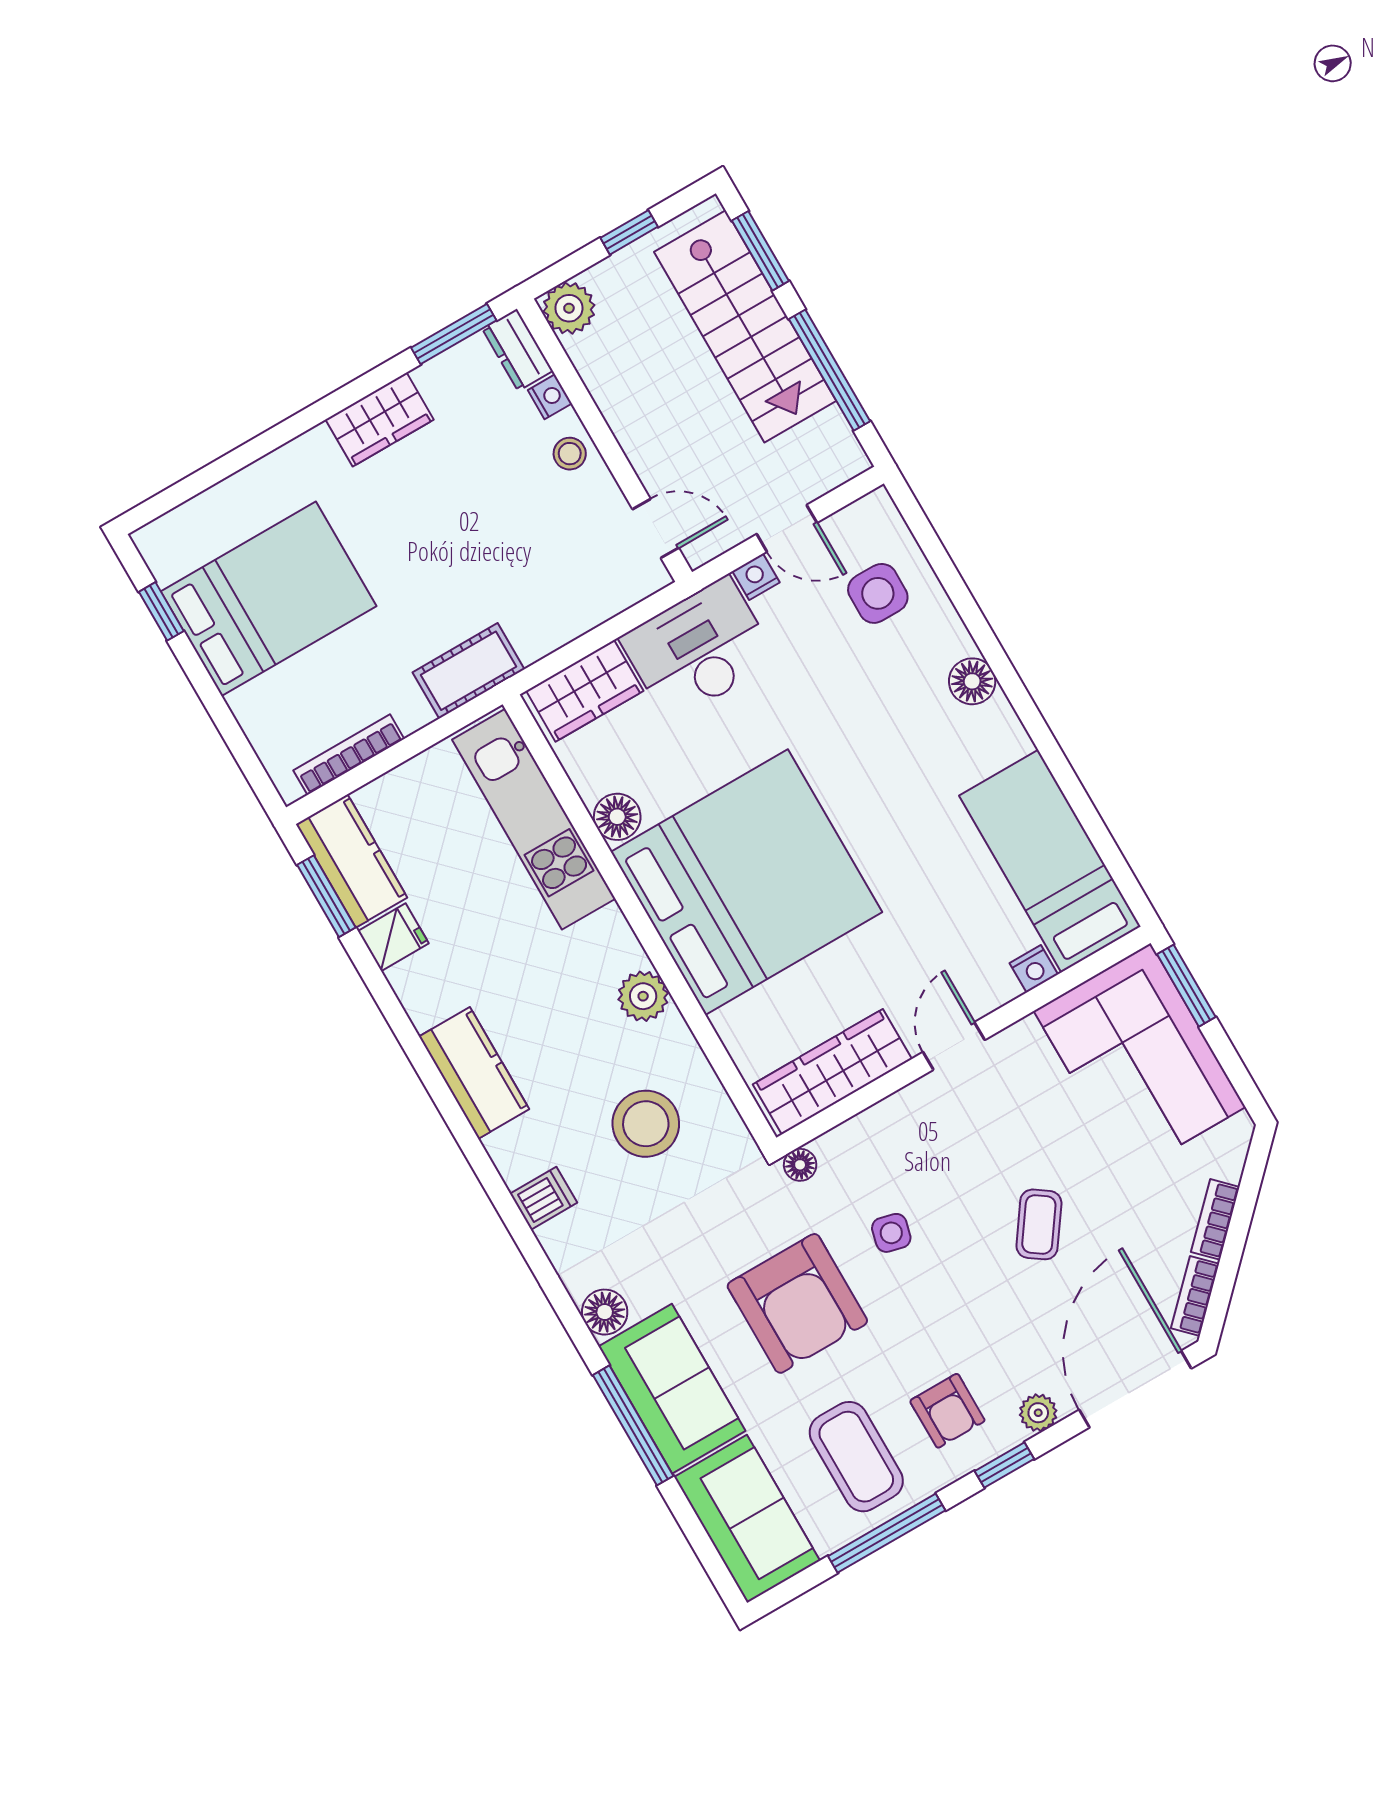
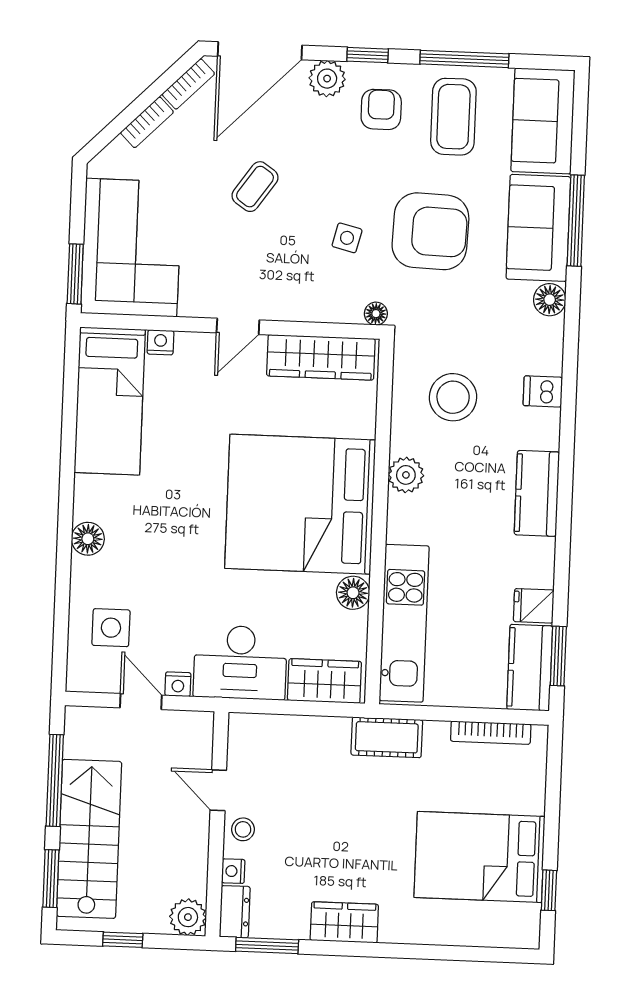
door: (656, 529) -> (218, 790), moved
armchair: (797, 1303) -> (430, 231), turned 92
plant: (1038, 1413) -> (327, 79), width x1.38, depth x1.38

